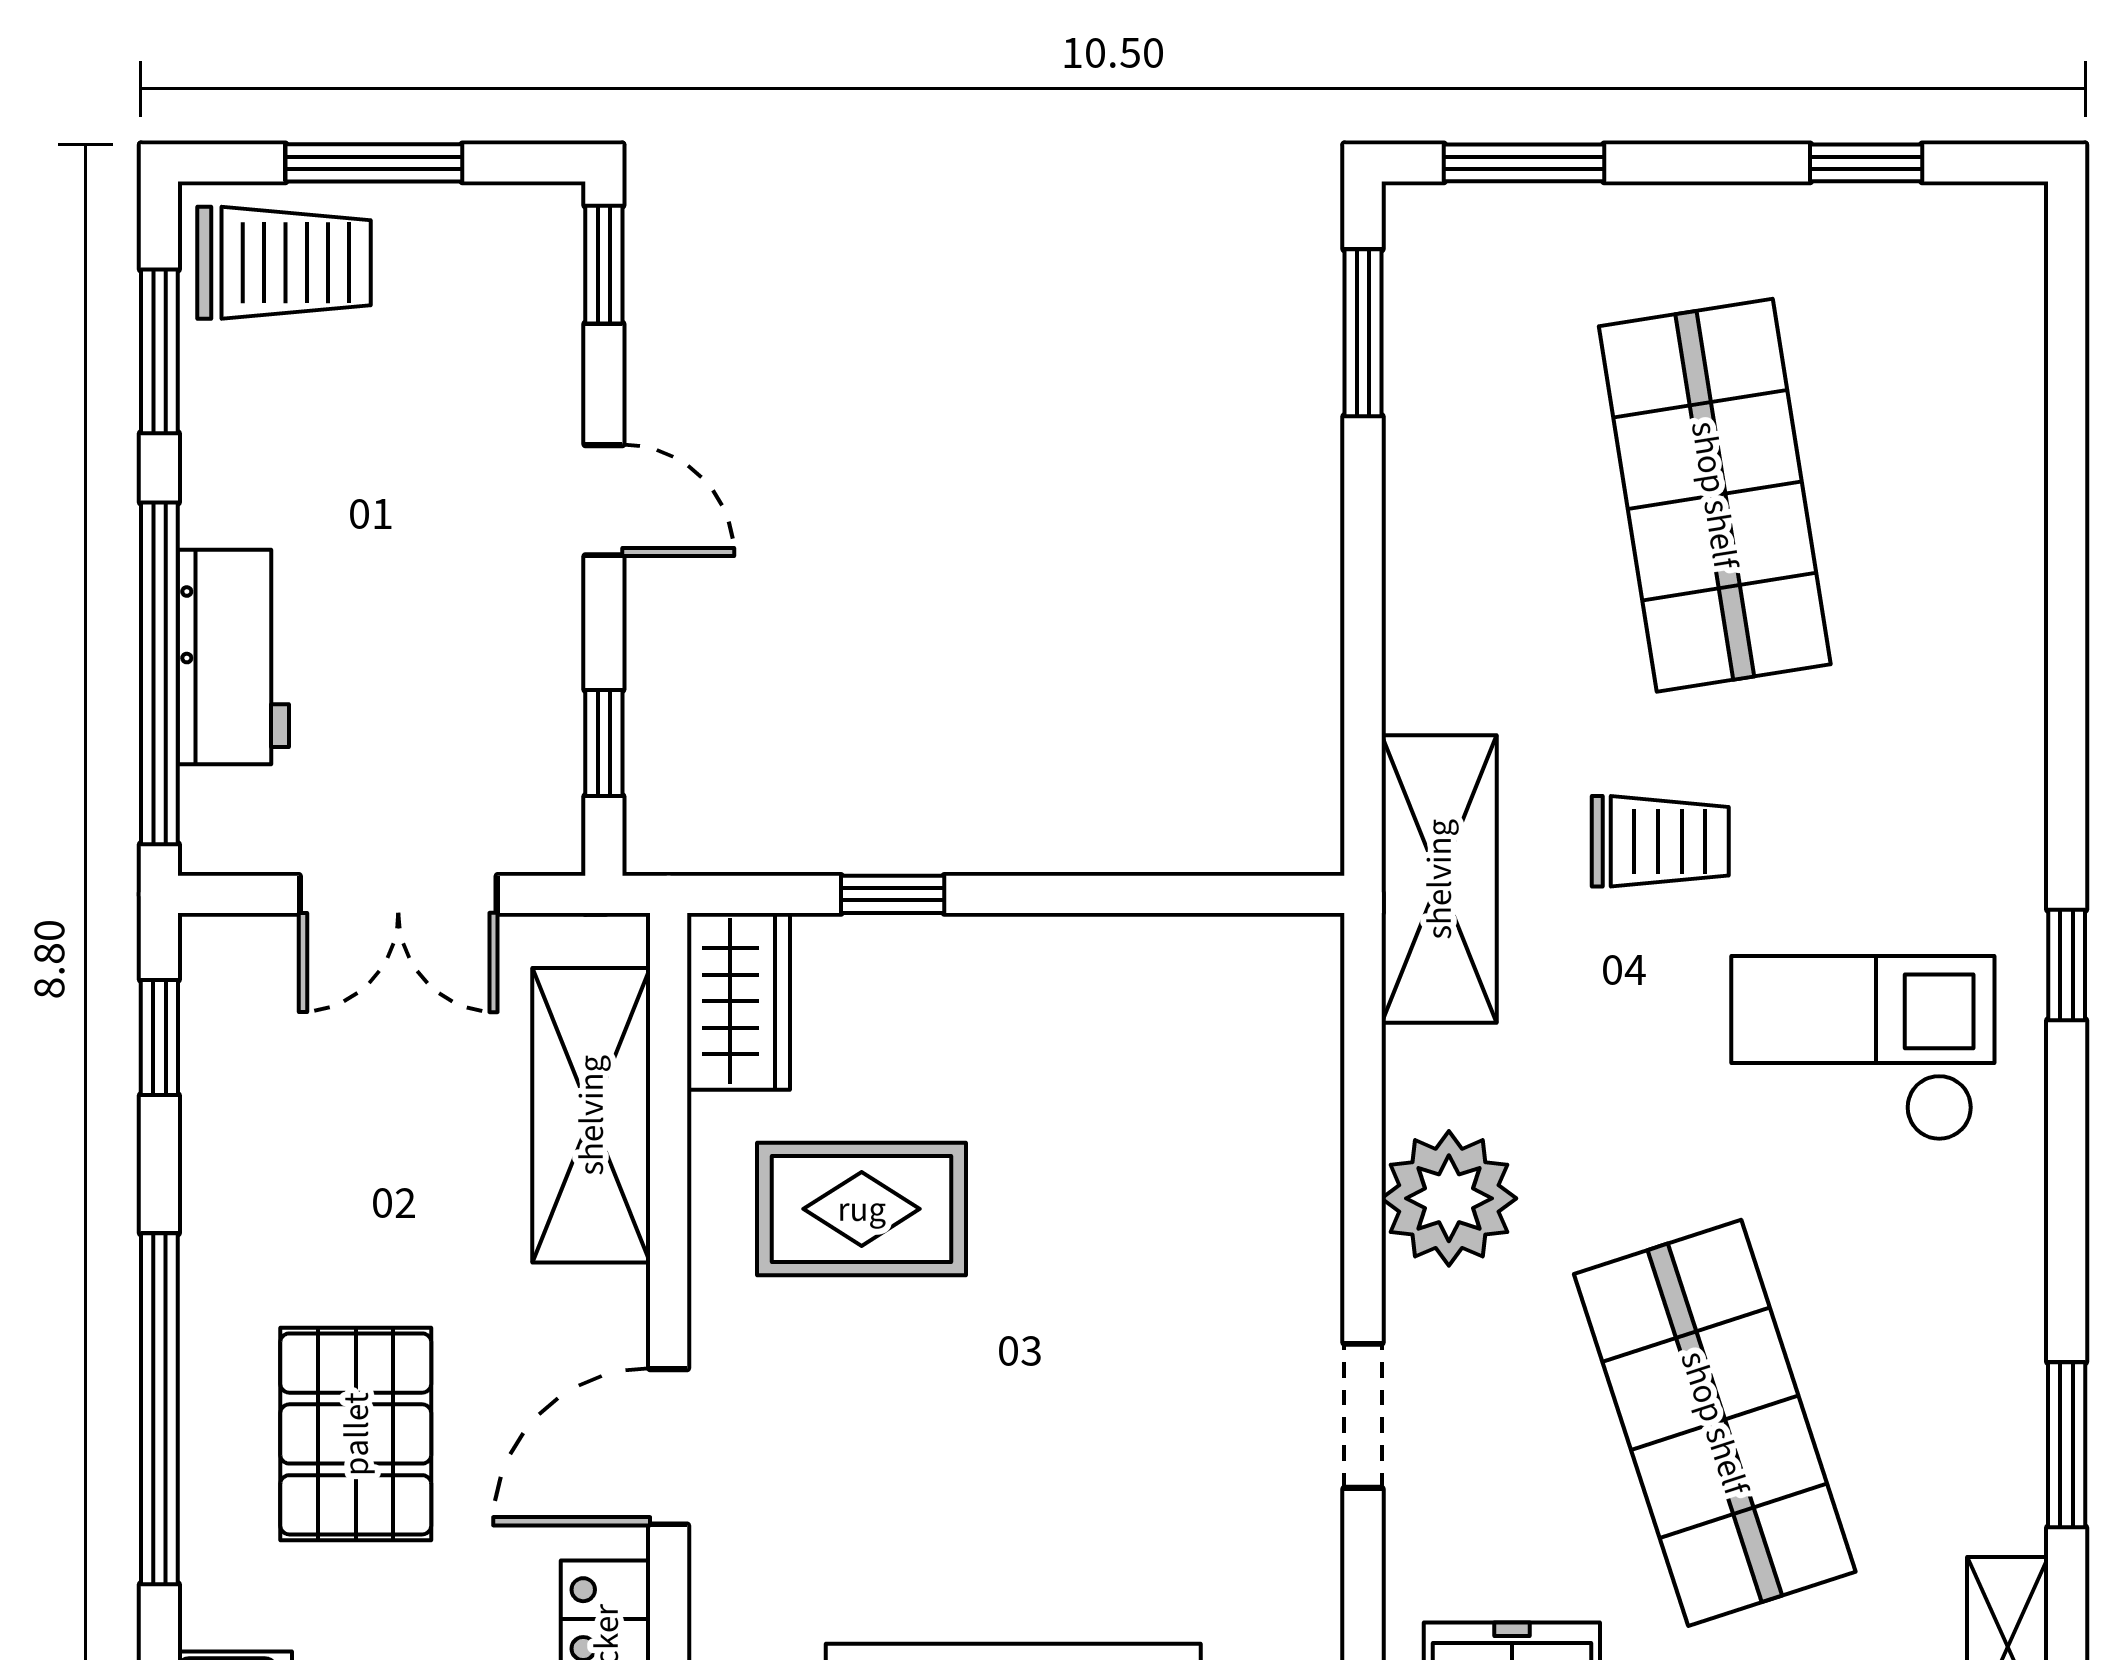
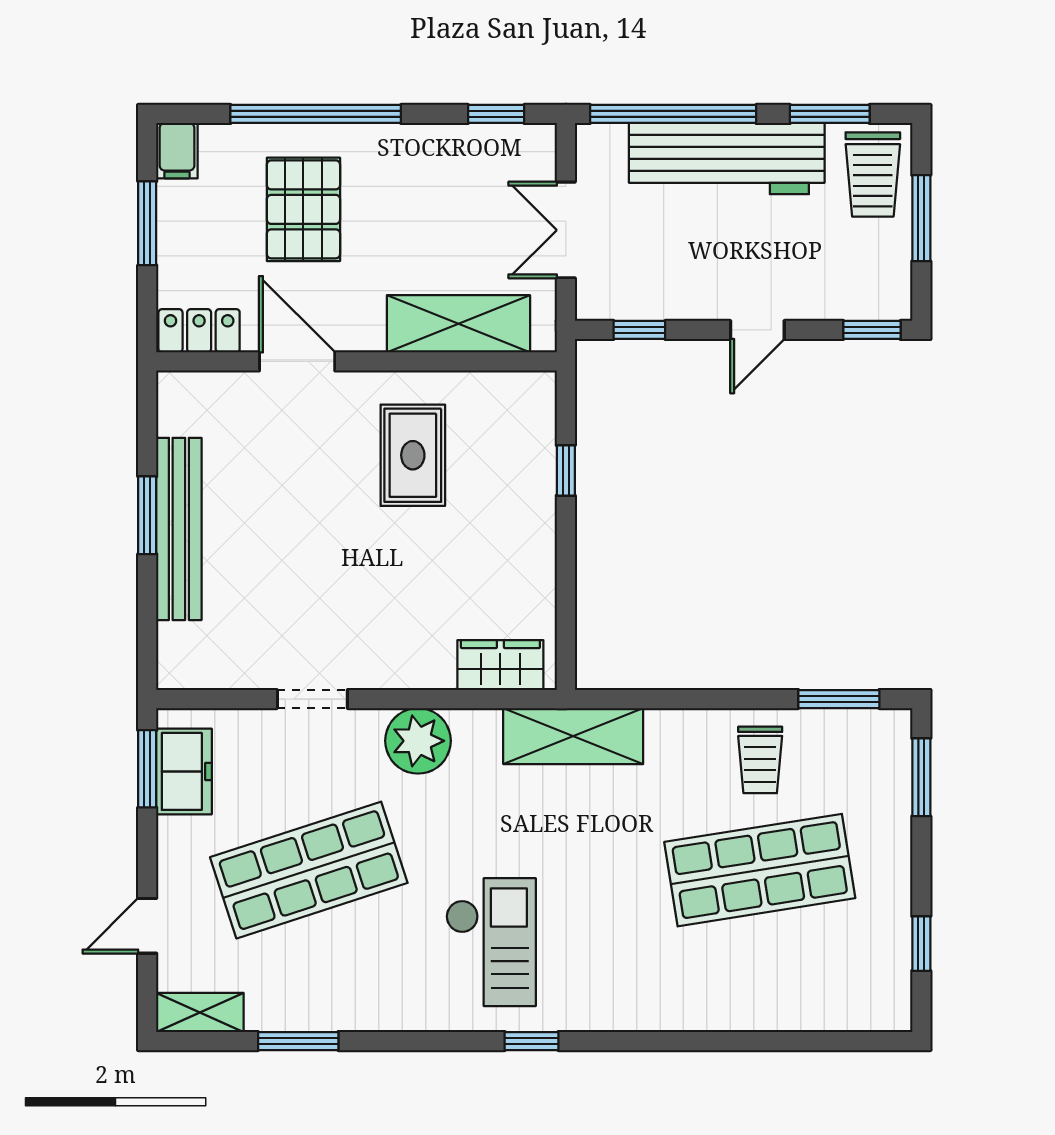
workbench: (233, 657) -> (727, 159), width x1.88, depth x1.32
trolley: (1660, 841) -> (760, 760), moved
wardrobe: (738, 1001) -> (500, 665), moved, turned 180
pallet: (356, 1434) -> (303, 209), turned 90

